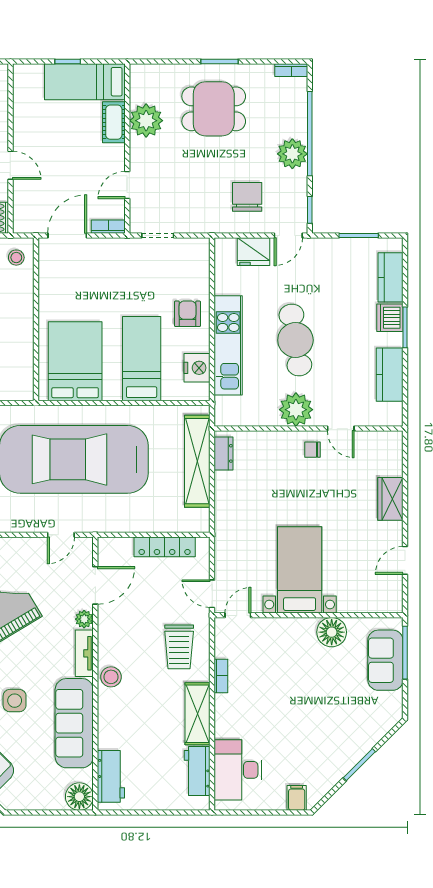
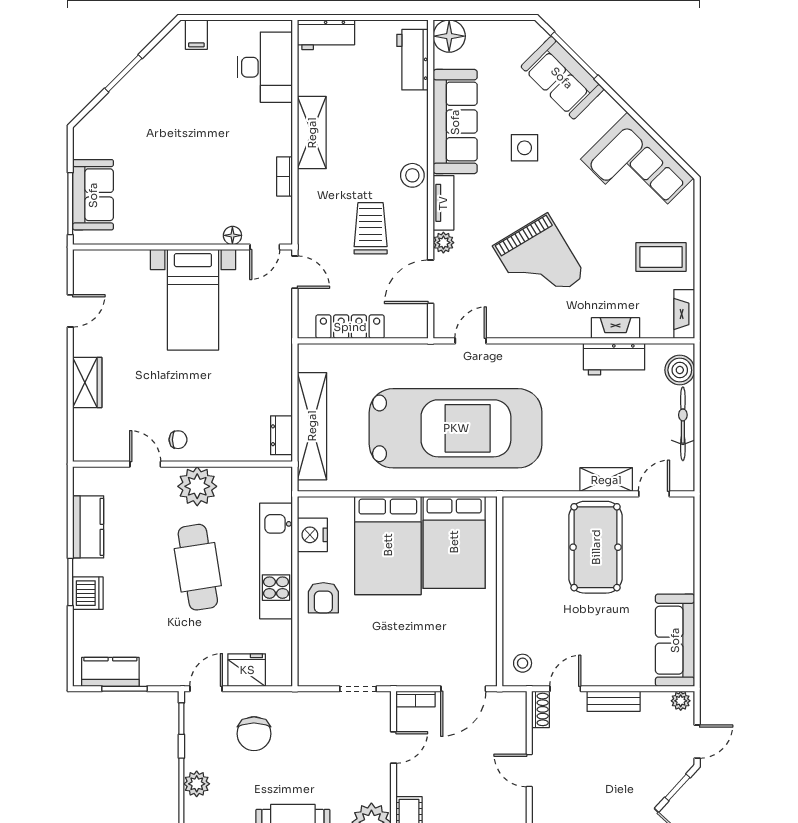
plant: (292, 154) -> (197, 784), width x0.73, depth x0.73
kitchen counter: (391, 277) -> (110, 672), moved, turned -90
bed: (142, 359) -> (388, 545), width x1.50
floor lamp: (332, 632) -> (232, 235), moved, width x0.53, depth x0.53
trolley: (179, 647) -> (371, 228), moved
workbench: (197, 771) -> (326, 35), moved, turned 90

